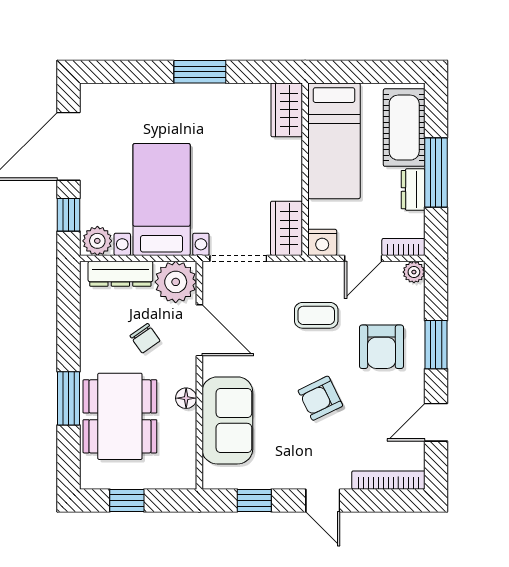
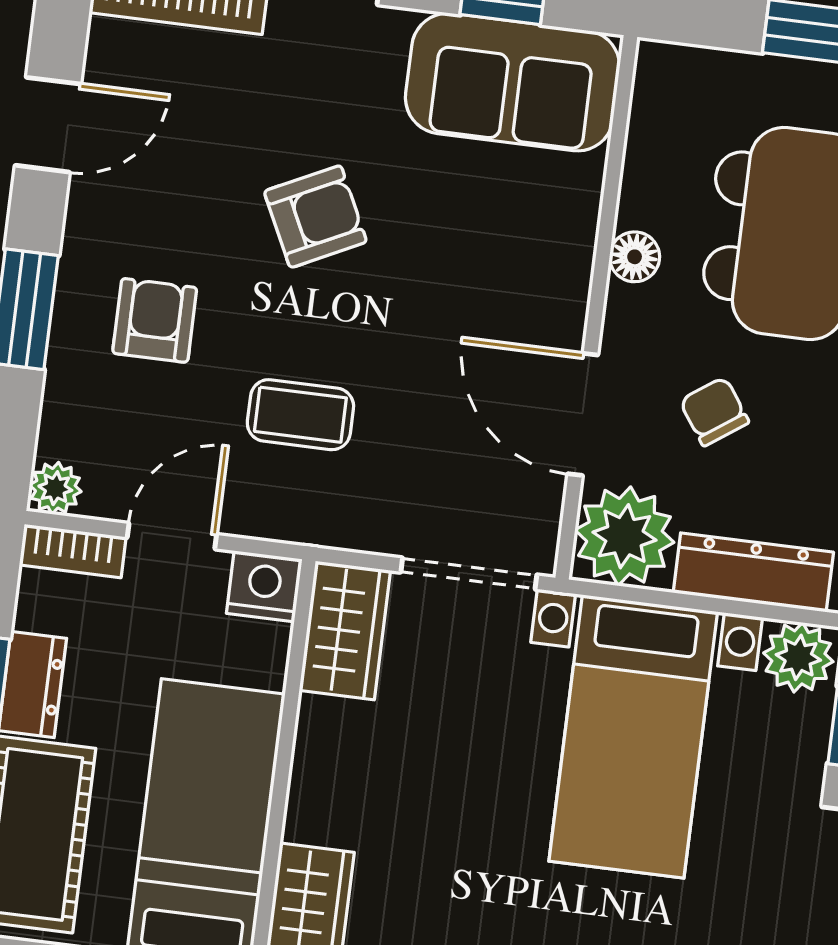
armchair: (382, 347) -> (155, 320), width x0.72, depth x0.72
sofa: (227, 420) -> (513, 82), moved, turned -90

